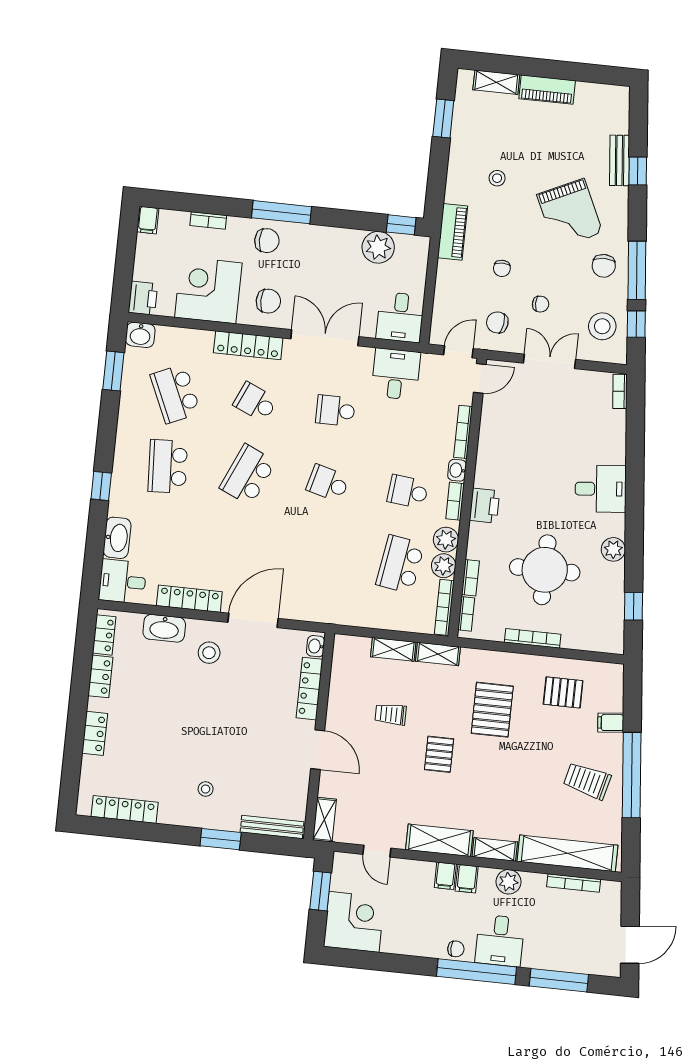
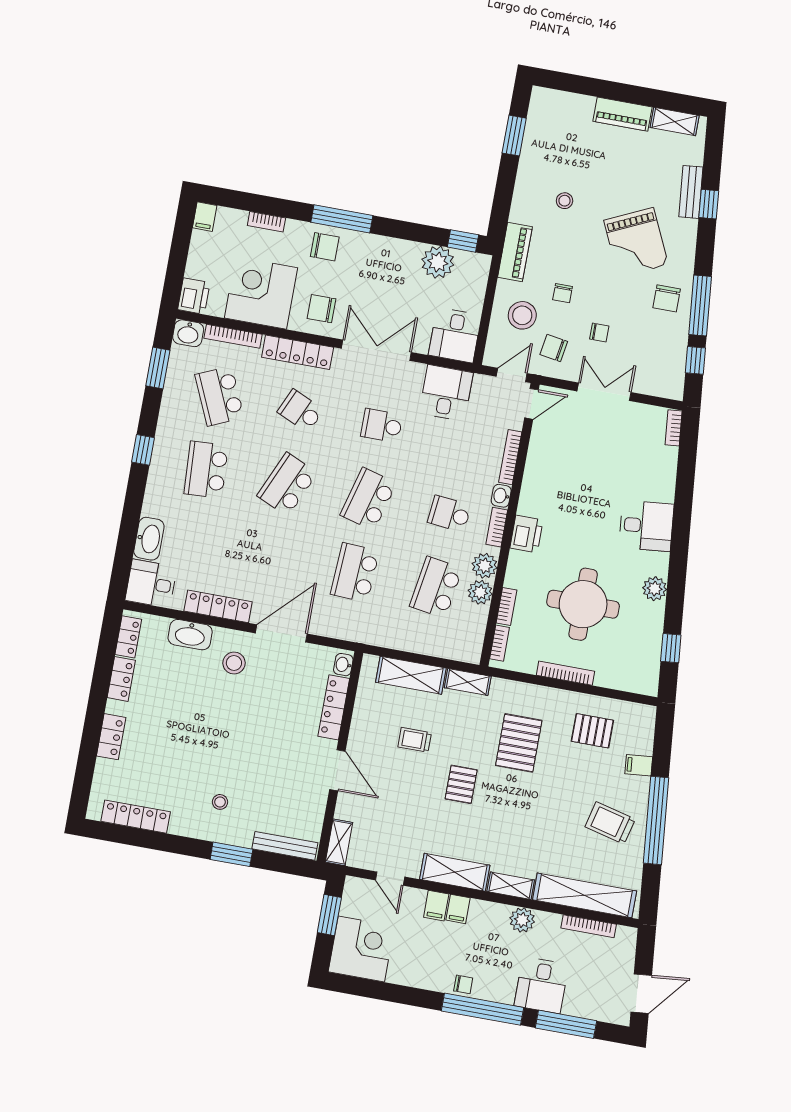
shelving: (496, 82) -> (675, 121), moved
chair: (268, 301) -> (321, 309), turned 180
stool: (602, 326) -> (522, 315), moved
school desk: (328, 483) -> (368, 499), width x1.85
window: (101, 486) -> (143, 450), moved
school desk: (320, 556) -> (355, 573), added
bookcase: (444, 607) -> (233, 336), moved, turned -90
shelving: (393, 649) -> (411, 675), width x1.50, depth x1.33
filing cabinet: (467, 879) -> (436, 906), moved
desk: (500, 941) -> (541, 985), moved

